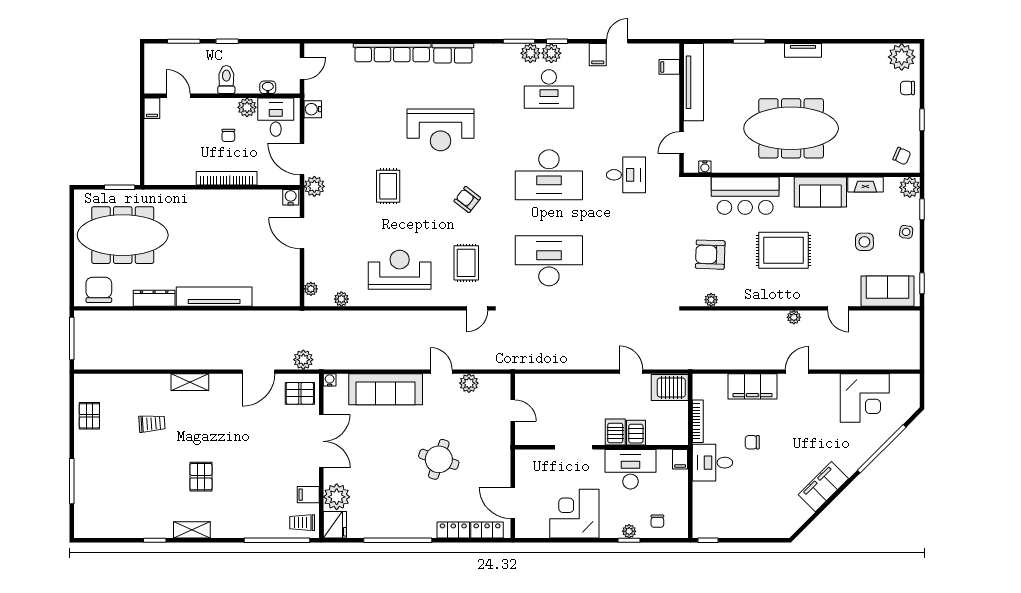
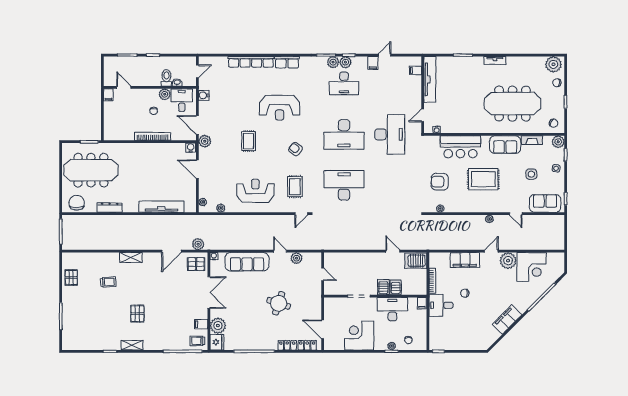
toilet: (226, 80) -> (166, 78), moved
meeting table: (791, 128) -> (512, 104), moved
desk: (626, 175) -> (390, 134), width x1.87, depth x1.30
tv unit: (214, 297) -> (161, 207), moved
plant: (825, 387) -> (508, 261), added

